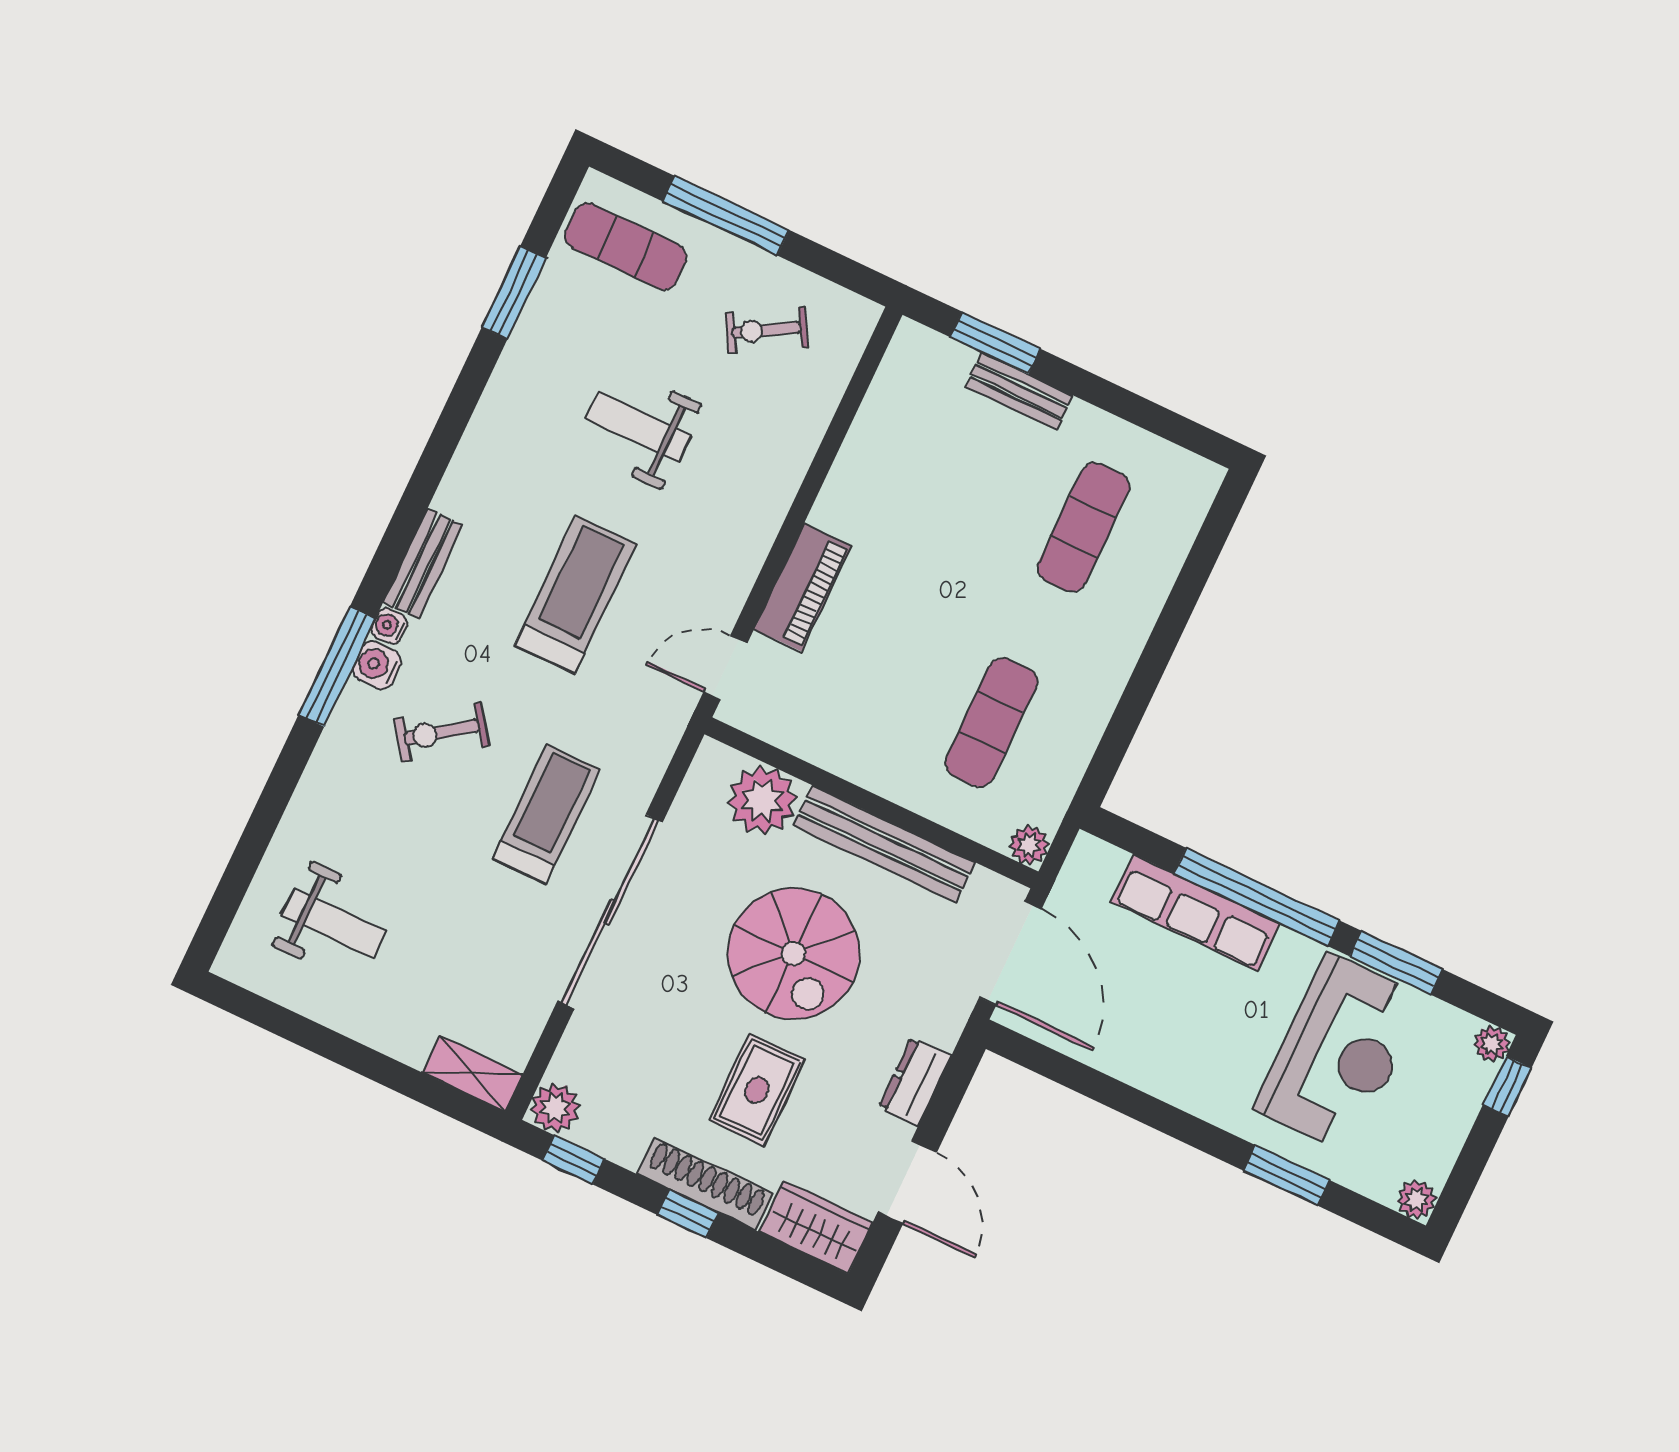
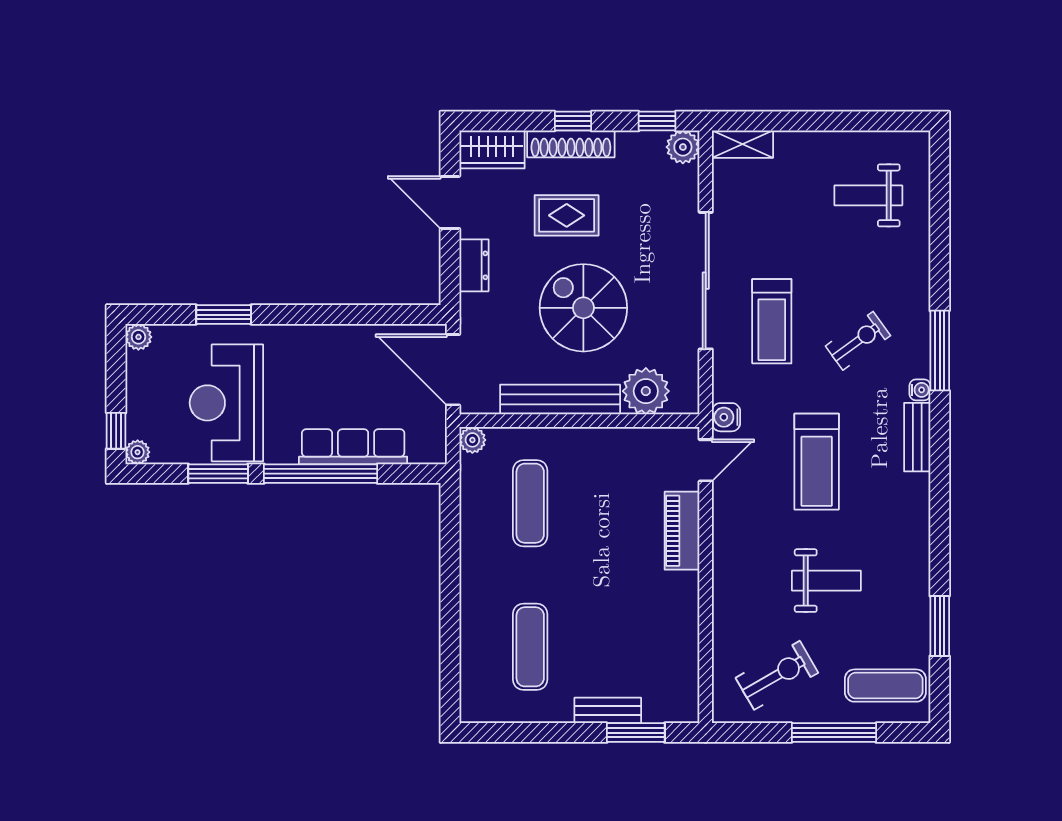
exercise bike: (767, 330) -> (777, 675), width x1.38, depth x1.39
water cooler: (377, 665) -> (726, 417), moved, turned 180
rug: (757, 1090) -> (567, 215), turned 90

